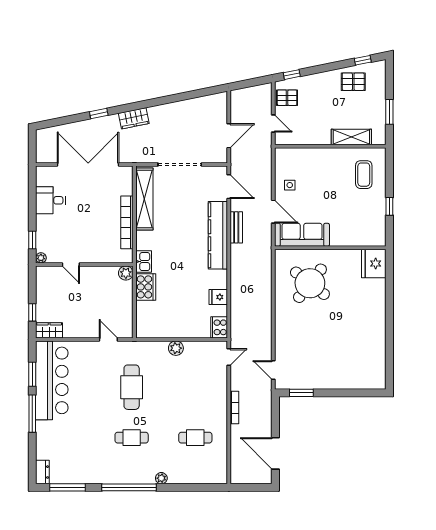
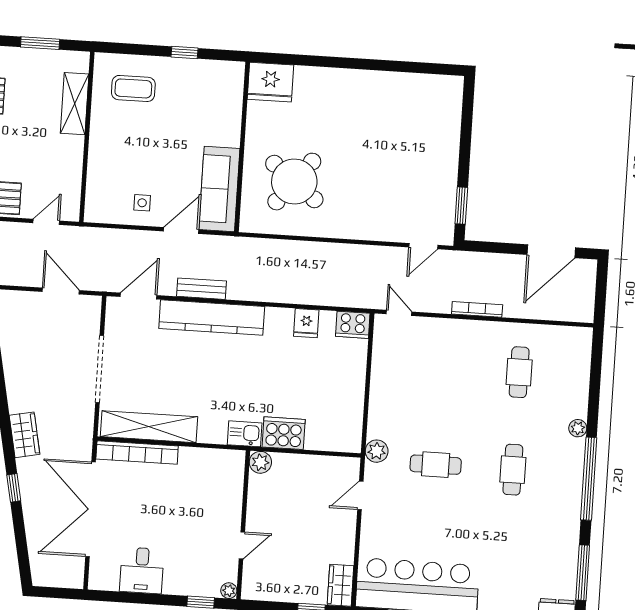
bookcase: (127, 222) -> (137, 452), moved
plant: (176, 348) -> (377, 451), moved
cafe table: (132, 387) -> (436, 465), width x0.73, depth x0.74

